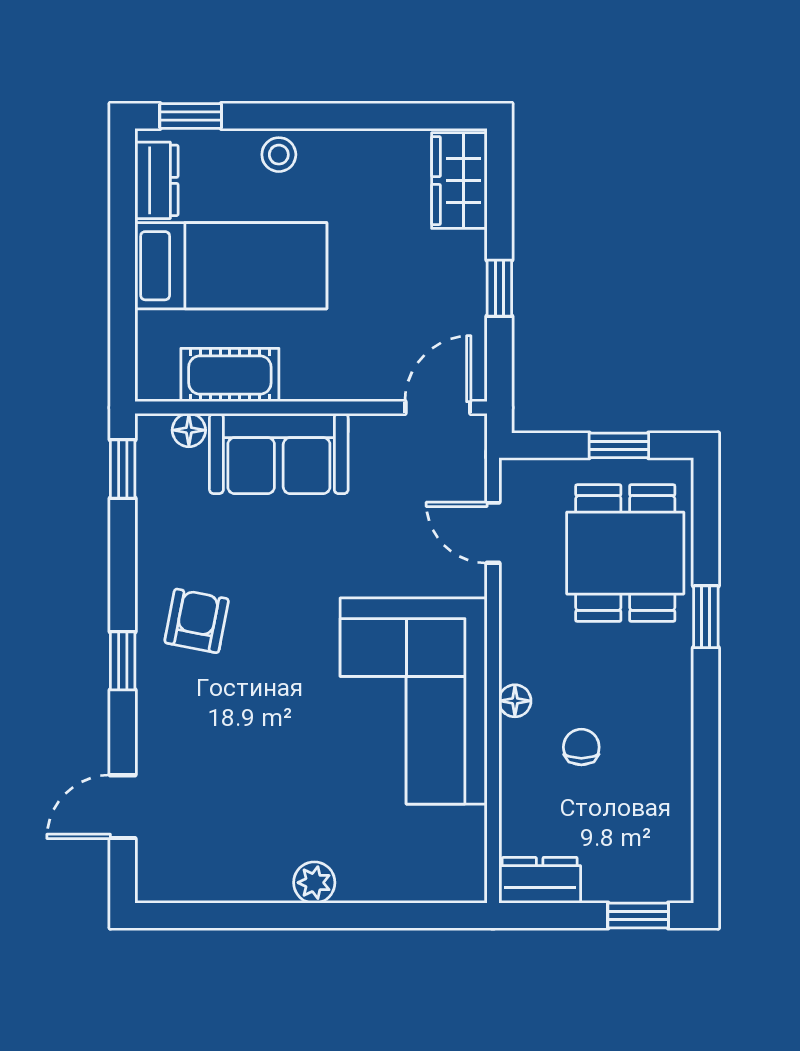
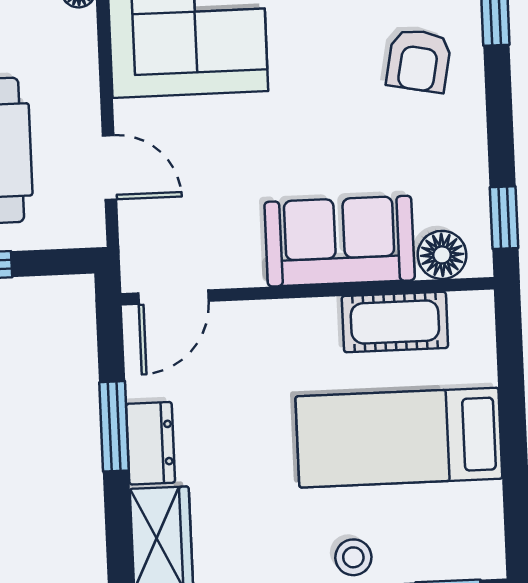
dresser: (156, 180) -> (151, 443), moved, turned 180
window: (499, 288) -> (114, 426), width x1.50
floor lamp: (189, 430) -> (442, 255), width x1.37, depth x1.37

